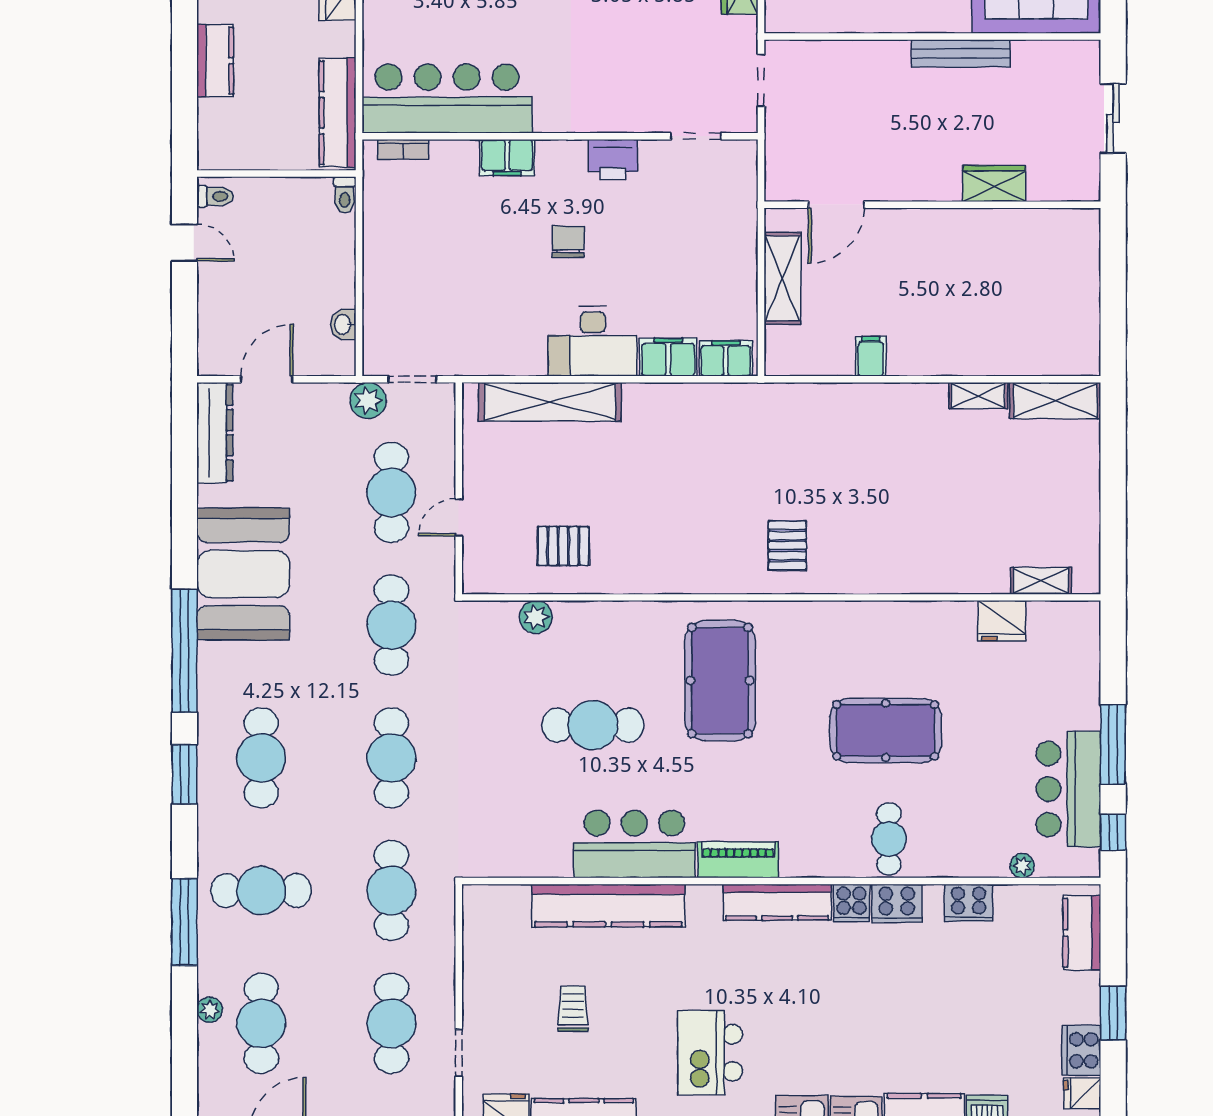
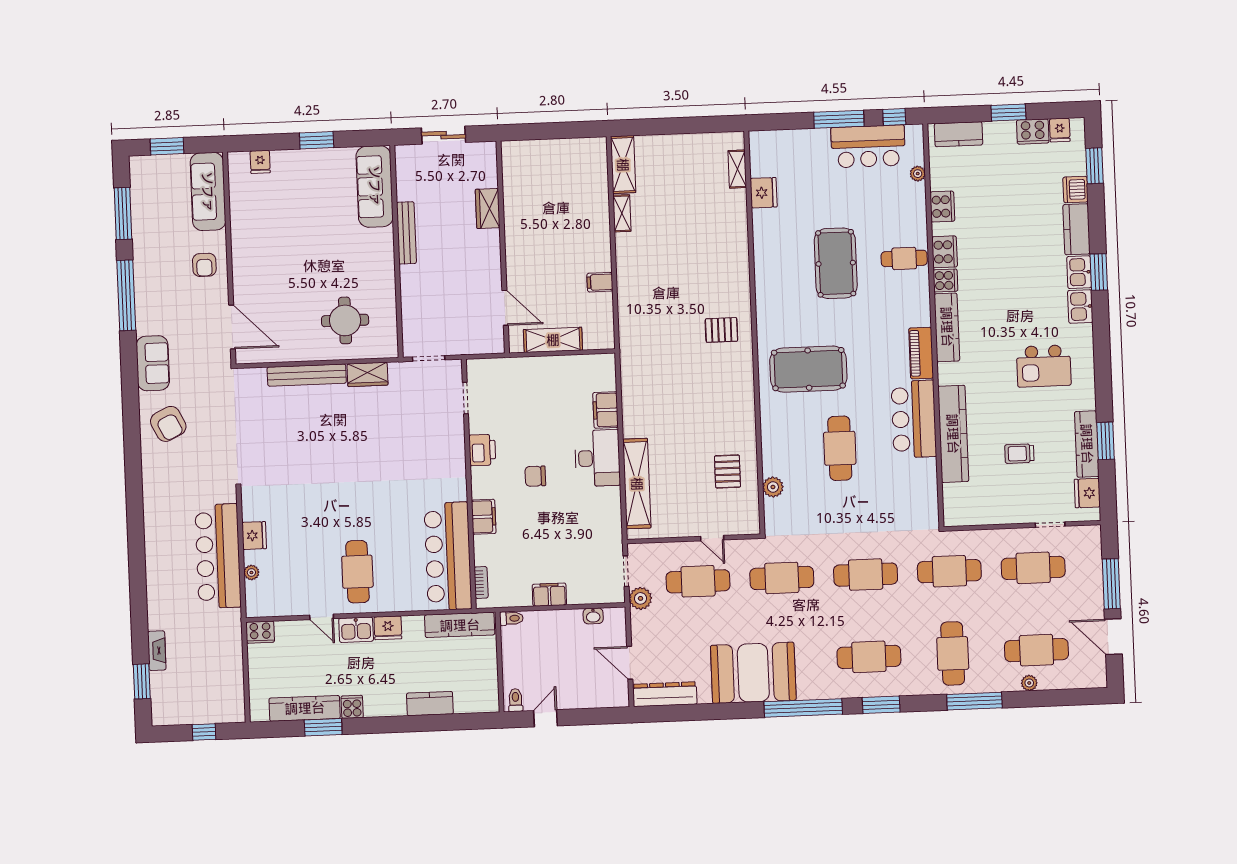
filing cabinet: (726, 358) -> (549, 595), moved, turned 90

